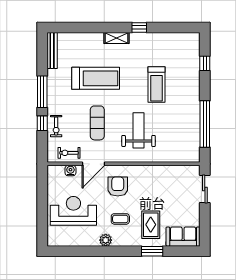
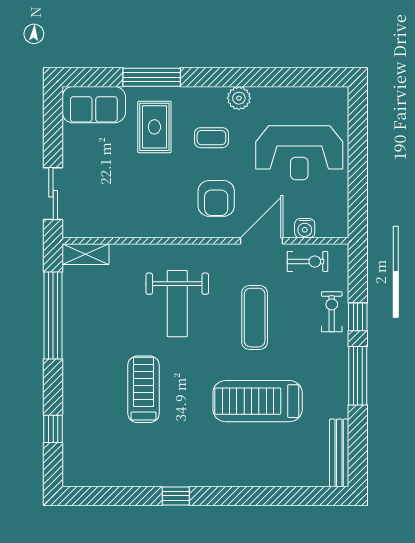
shelving: (117, 38) -> (85, 254), moved
window: (152, 251) -> (152, 77), width x1.44

